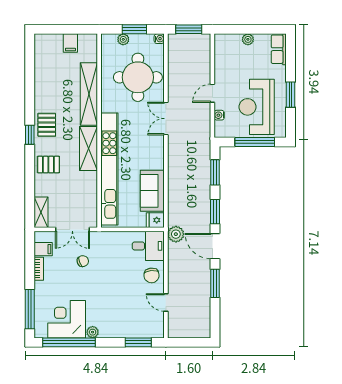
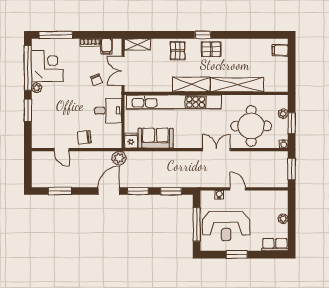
filing cabinet: (70, 43) -> (280, 50), moved
reception desk: (257, 107) -> (226, 226), turned 180
desk: (148, 246) -> (108, 111), moved, turned -90
window: (215, 283) -> (60, 191), moved
door: (166, 302) -> (61, 150), swing flipped
window: (138, 342) -> (28, 110), moved

